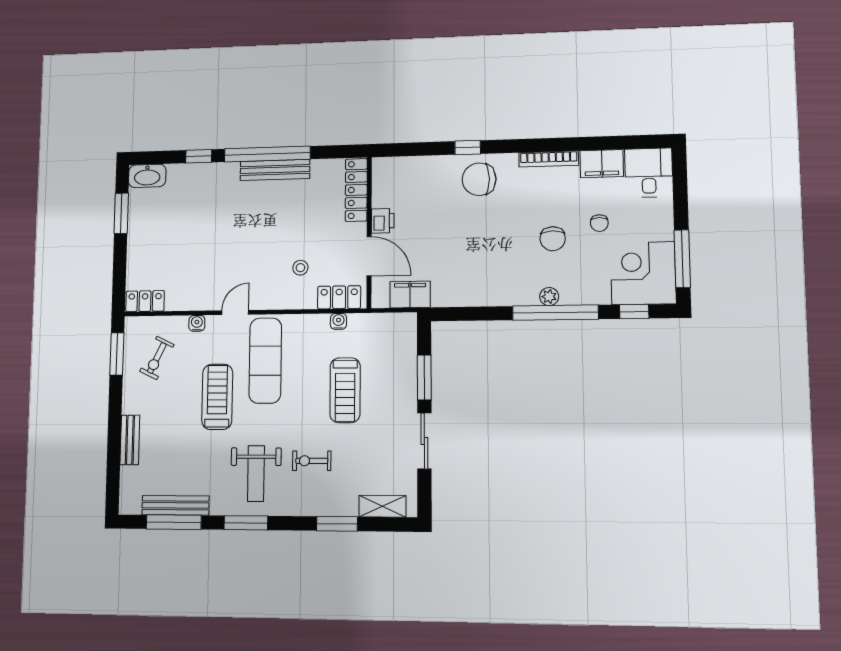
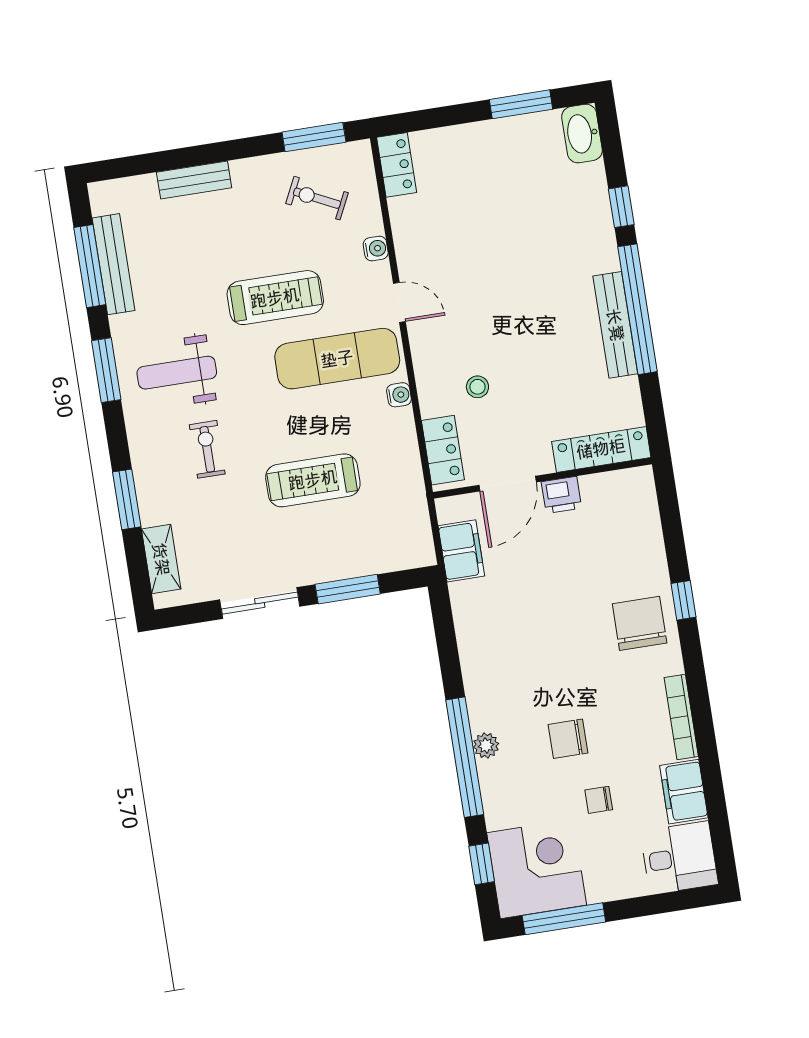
water cooler: (338, 321) -> (399, 395), moved

